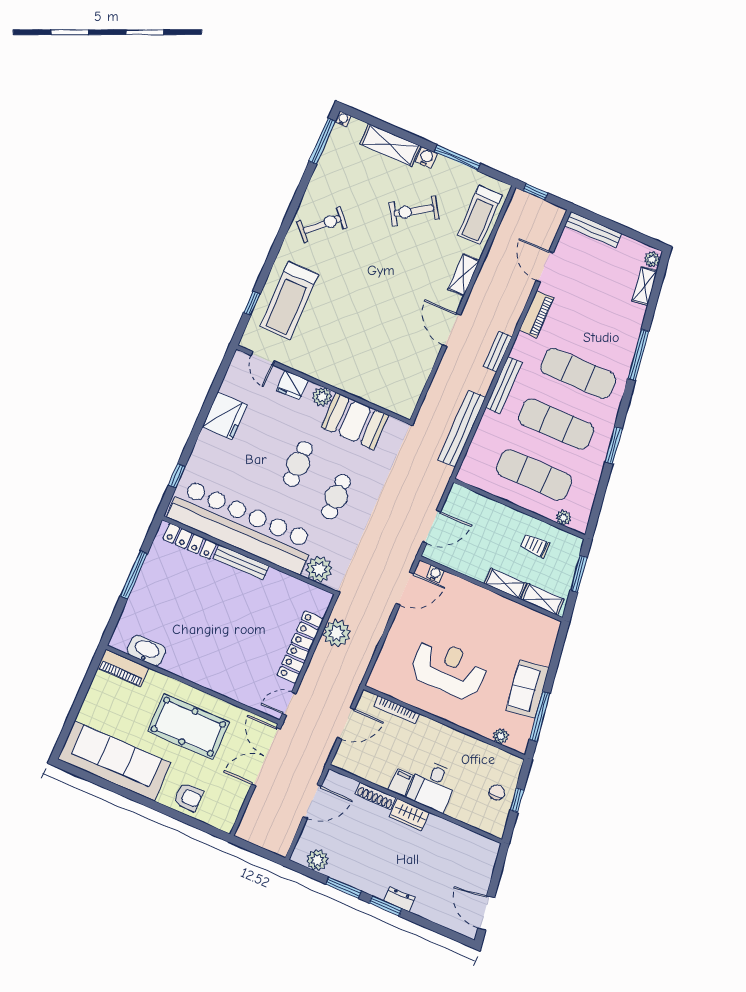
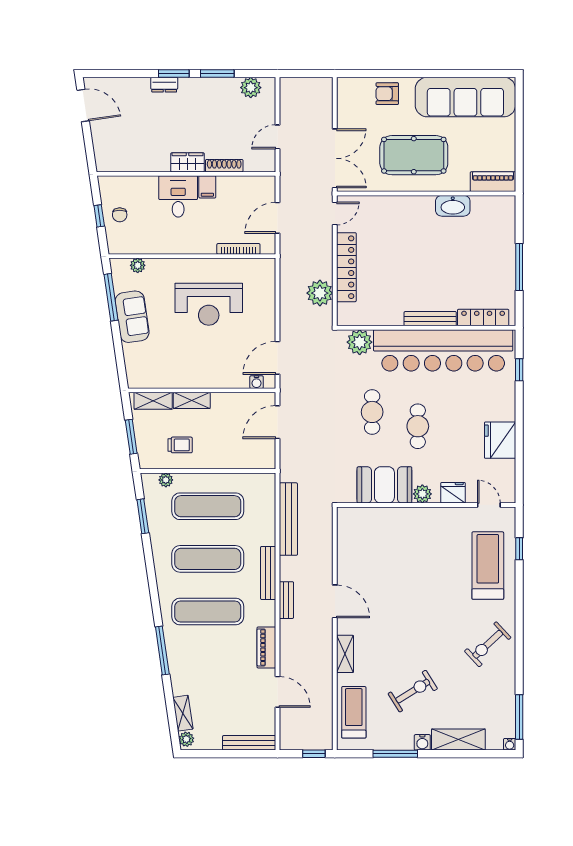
window: (614, 445) -> (143, 516), moved
washbasin: (146, 650) -> (453, 206), moved
door: (312, 801) -> (277, 137), width x0.73

